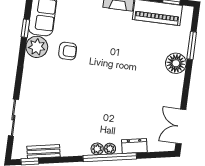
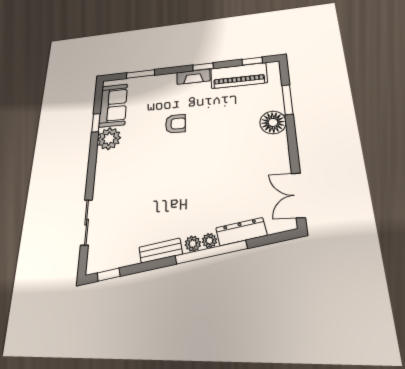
armchair: (68, 51) -> (176, 124), moved
dresser: (134, 146) -> (241, 232), width x1.44
bench: (44, 151) -> (161, 251), moved

